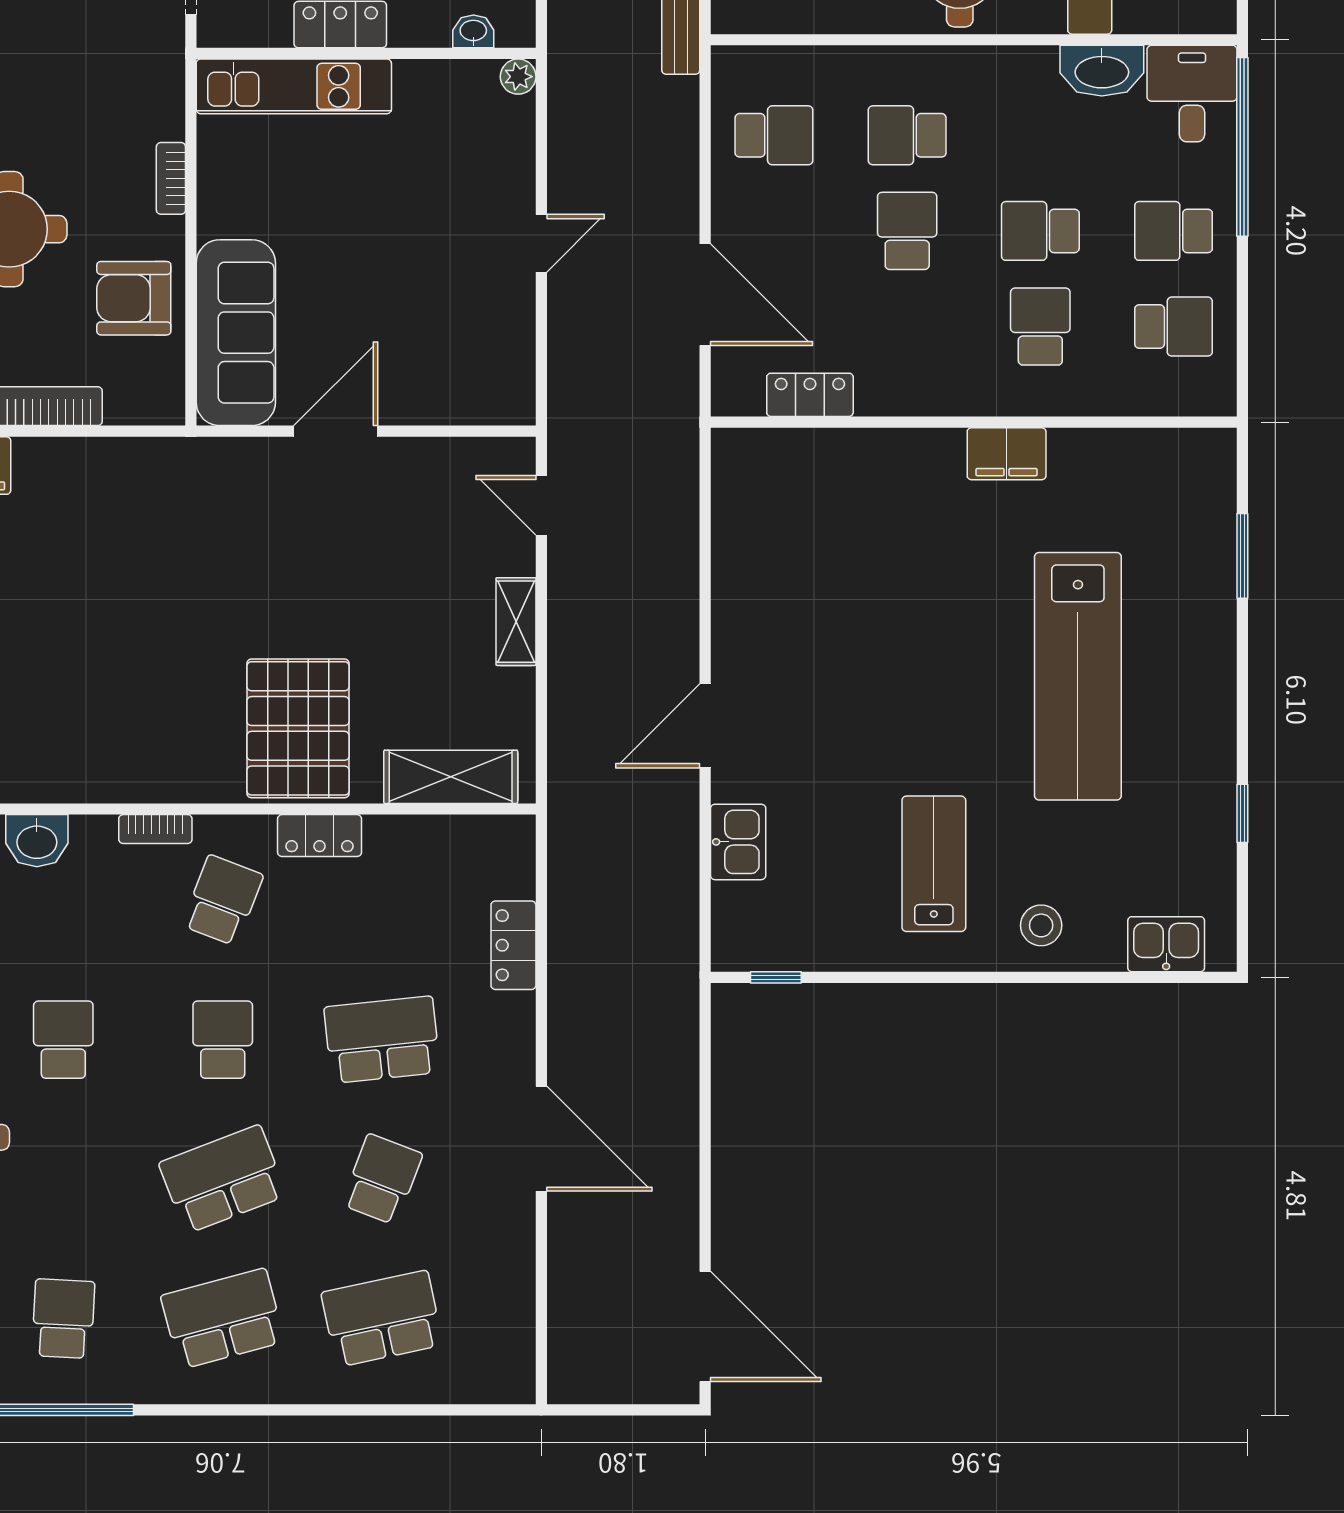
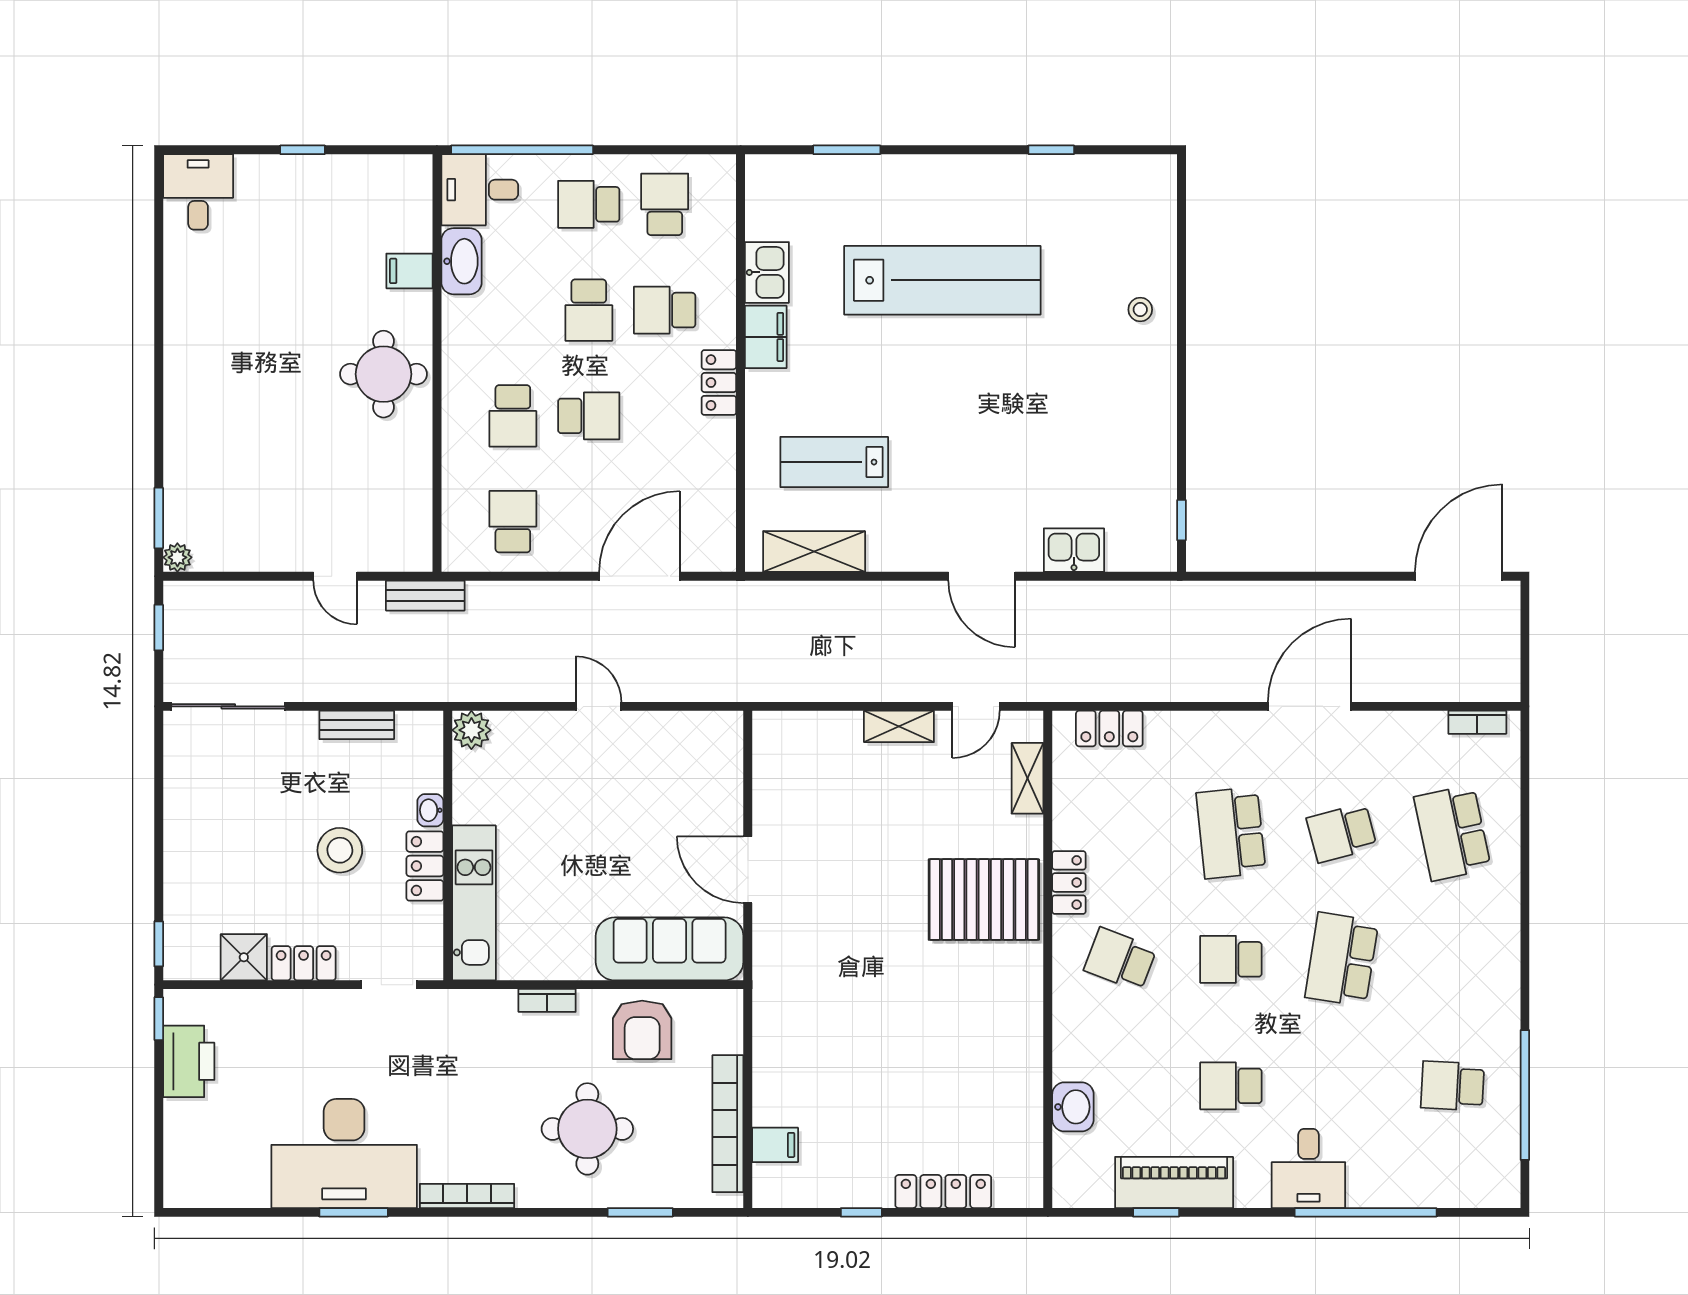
washbasin: (473, 31) -> (430, 810), moved
plant: (518, 77) -> (471, 730), width x1.38, depth x1.38
school desk: (907, 231) -> (589, 416), turned 180
school desk: (1174, 231) -> (589, 204), turned 90
locker: (810, 395) -> (719, 383), moved
door: (541, 505) -> (976, 706), moved
shelving: (736, 515) -> (814, 551), added
shelving: (451, 777) -> (1028, 778), width x0.67, depth x0.75
bookcase: (155, 829) -> (1477, 722), moved, turned 90
lab bench: (934, 864) -> (834, 462), moved
stool: (1041, 925) -> (1140, 310), width x0.73, depth x0.73
kitchen sink: (1166, 944) -> (767, 272), moved, turned 180
locker: (513, 945) -> (1109, 728), moved
school desk: (223, 1179) -> (1342, 959), turned 30
school desk: (382, 1179) -> (1342, 833), turned -36
school desk: (223, 1319) -> (1452, 959), removed

